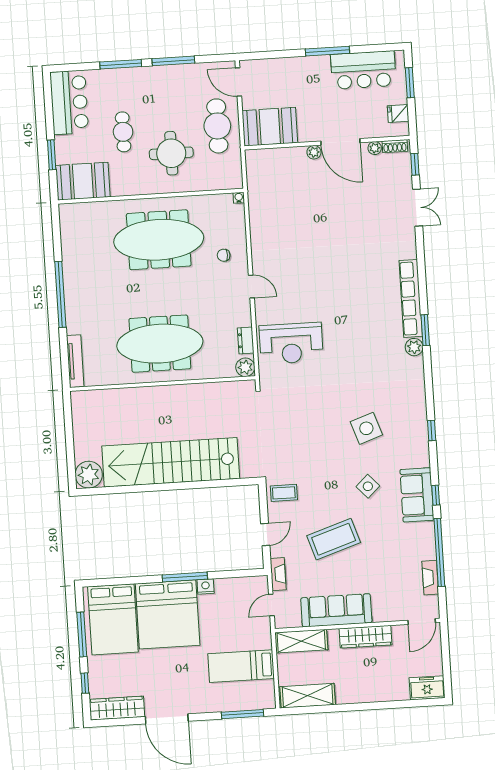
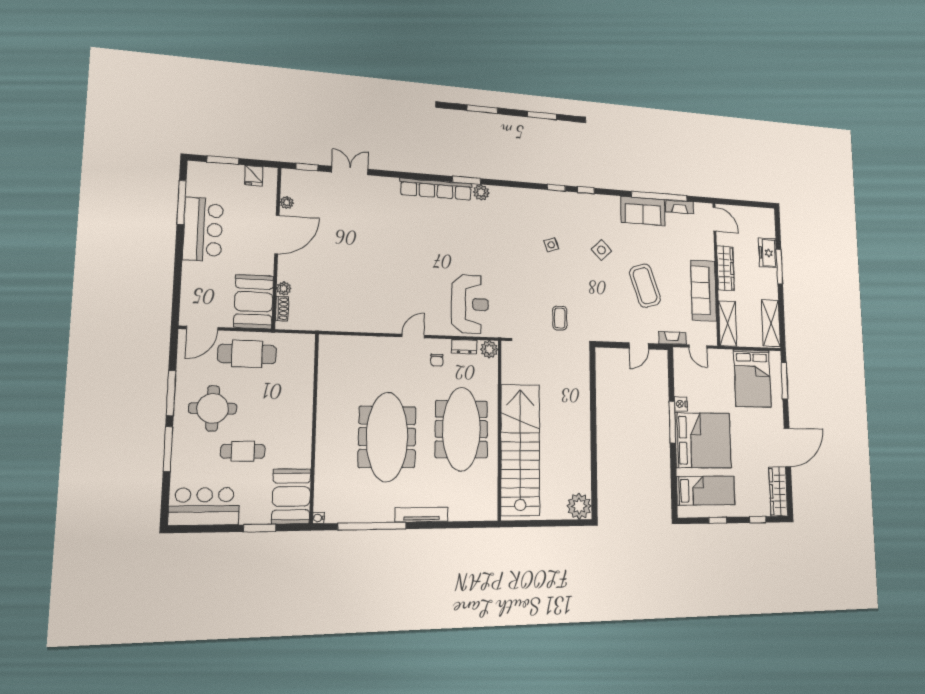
window: (327, 51) -> (182, 202), moved
bar counter: (363, 70) -> (203, 229), moved
shoe rack: (395, 146) -> (282, 309), moved
plant: (314, 152) -> (284, 288), moved
round table: (171, 153) -> (213, 408), moved
water cooler: (239, 198) -> (318, 518), moved
meeting table: (159, 240) -> (387, 437), moved
chair: (224, 255) -> (437, 360), moved
window: (60, 294) -> (372, 526), moved
tv unit: (75, 361) -> (422, 515), moved
side table: (366, 428) -> (551, 245), width x0.54, depth x0.54
stairs: (171, 462) -> (520, 450), moved, turned 180
coffee table: (284, 493) -> (560, 318), moved
sofa: (417, 495) -> (643, 211), moved
window: (436, 495) -> (586, 190), moved
door: (265, 535) -> (639, 346), swing flipped
bed: (113, 619) -> (706, 491), width x0.67
window: (82, 634) -> (718, 520), width x0.46
bed: (241, 666) -> (752, 378), width x1.50
freezer: (427, 688) -> (768, 253), moved
window: (376, 706) -> (779, 267), added

